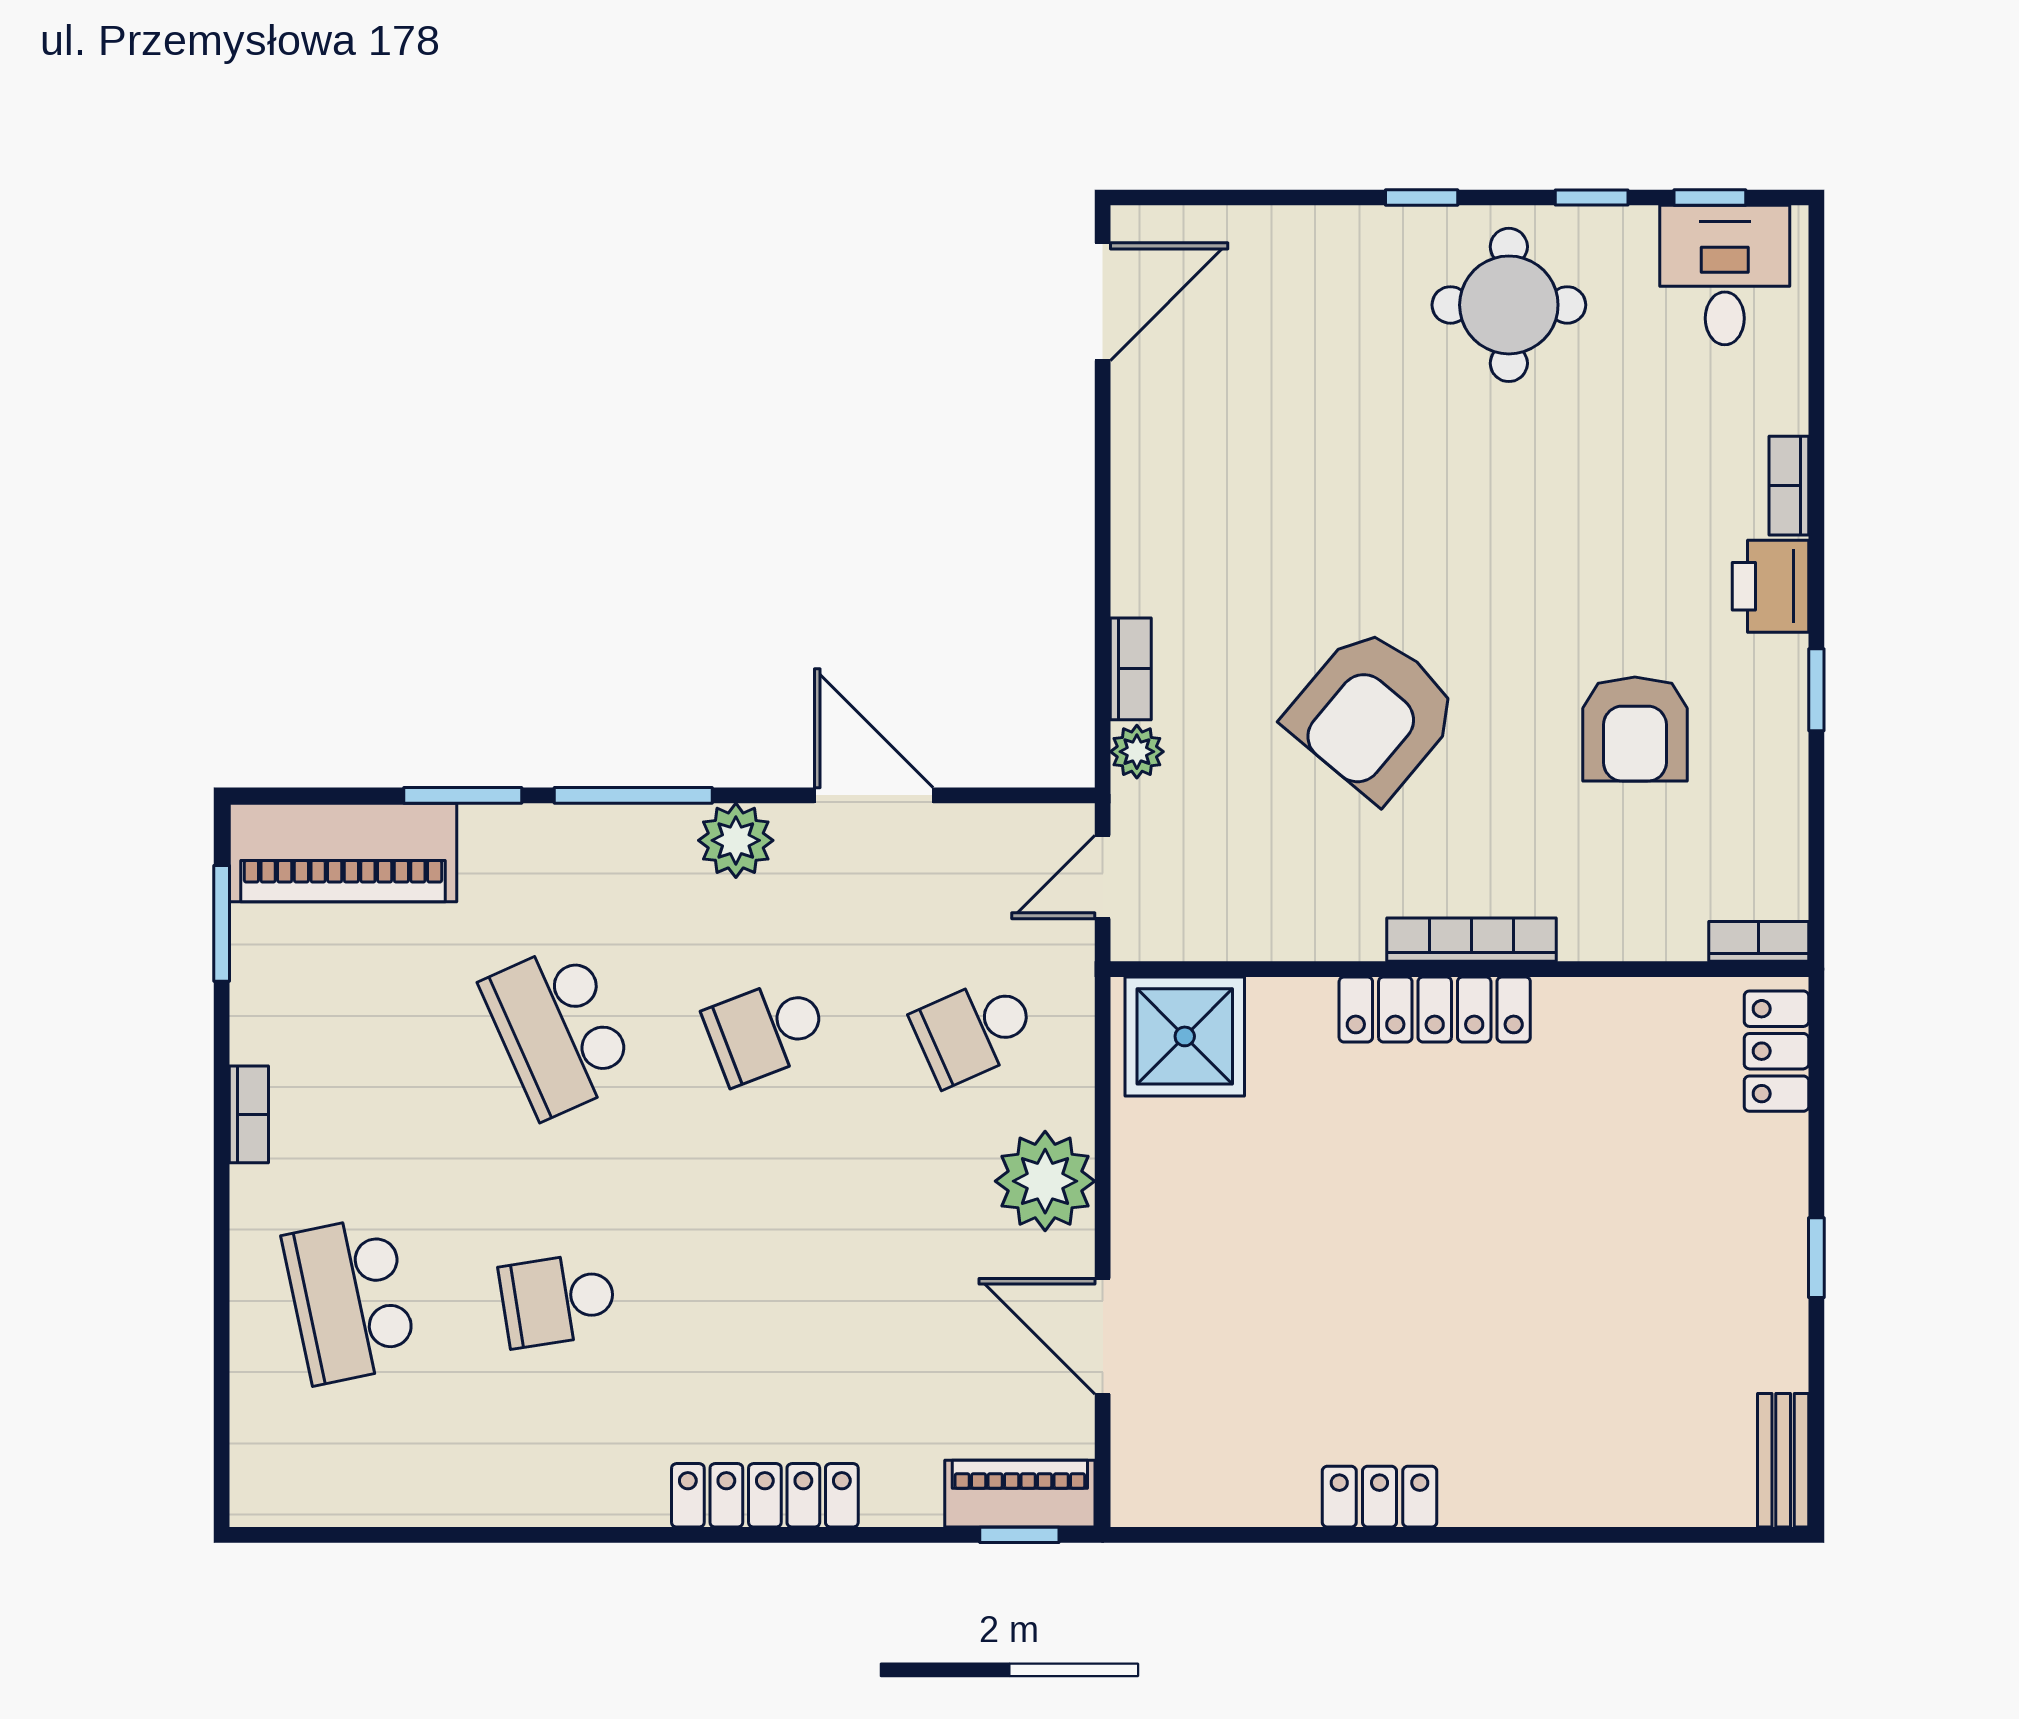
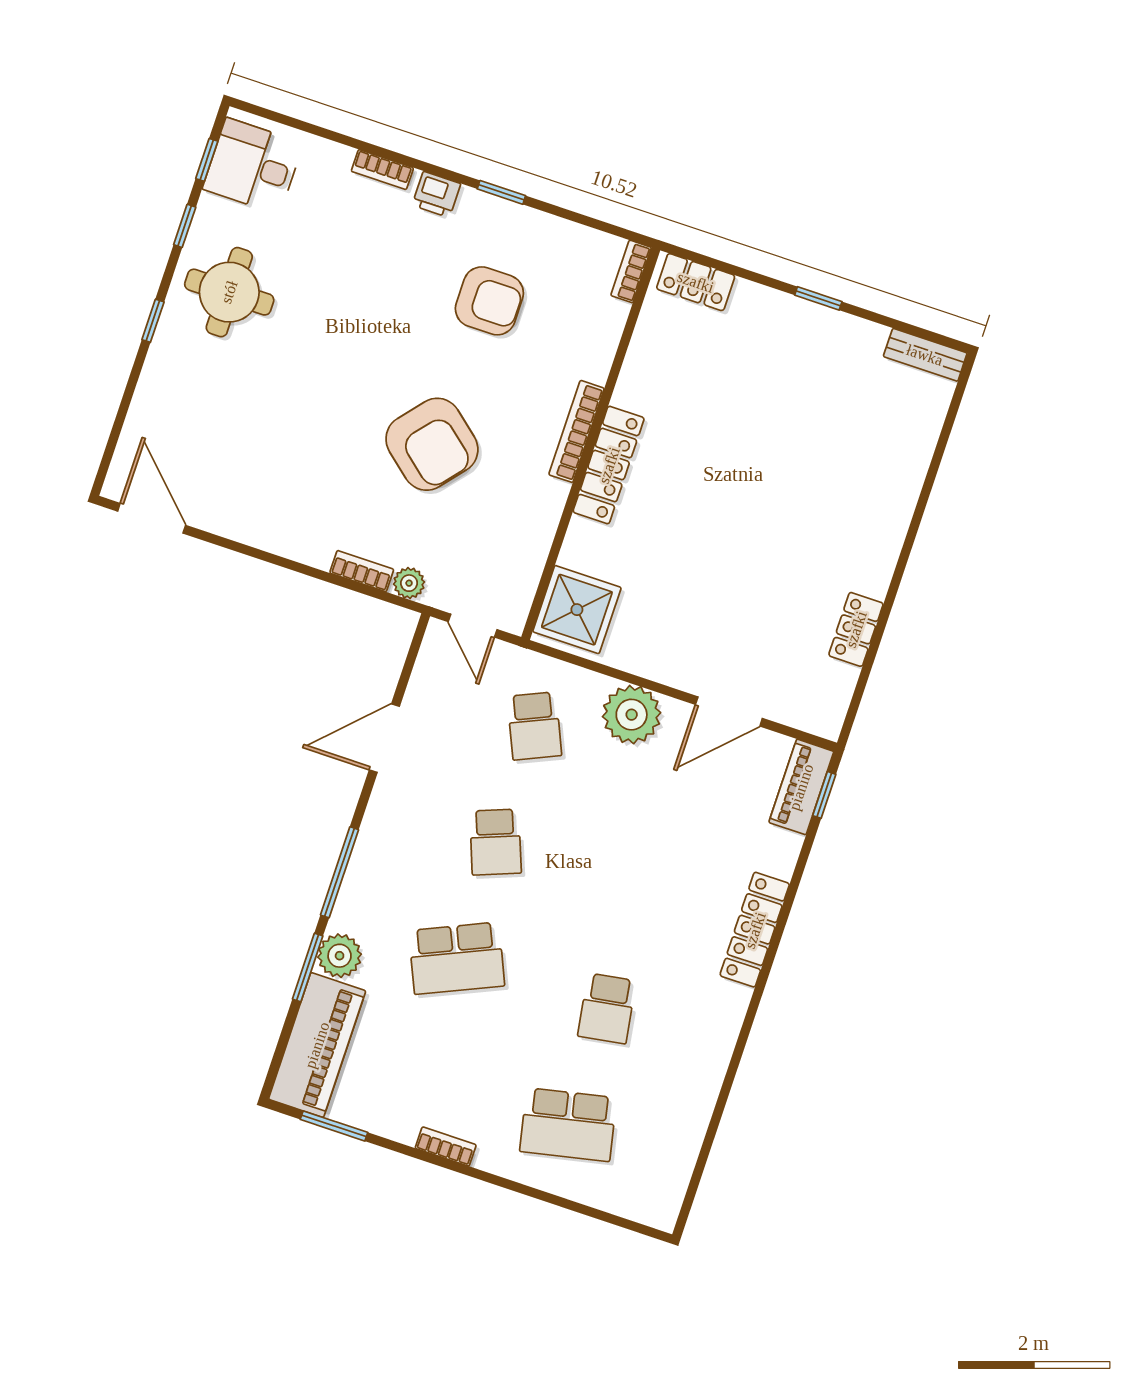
printer: (1771, 586) -> (436, 194), width x0.73, depth x0.81
plant: (736, 840) -> (340, 956), moved
locker: (1380, 1497) -> (856, 629), moved

